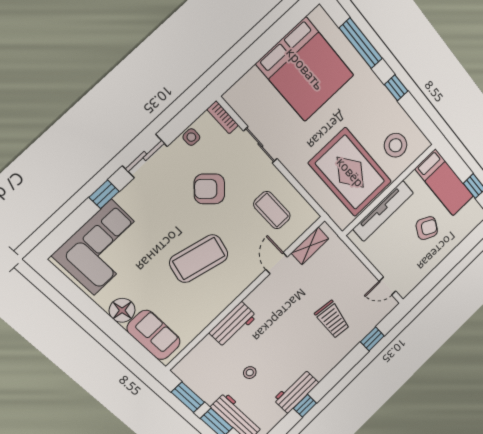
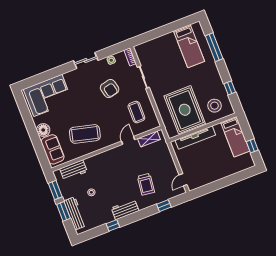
bed: (305, 69) -> (189, 46), width x0.49
window: (396, 88) -> (230, 88), moved
armchair: (209, 189) -> (110, 89), turned -146
window: (104, 194) -> (59, 71), removed
armchair: (427, 228) -> (217, 157), removed
coffee table: (199, 259) -> (85, 134), moved
door: (388, 286) -> (183, 180), hinge flipped
workbench: (233, 325) -> (73, 170), moved
workbench: (296, 391) -> (125, 209), moved

